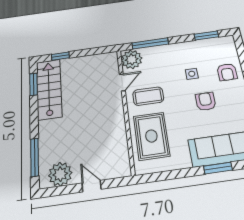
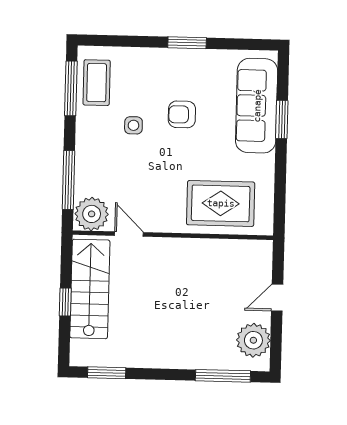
window: (206, 35) -> (71, 88), width x1.44
window: (60, 56) -> (65, 302), moved
armchair: (227, 72) -> (140, 71), removed
stairs: (49, 89) -> (90, 289), moved, turned 90
coffee table: (148, 96) -> (97, 83), moved

